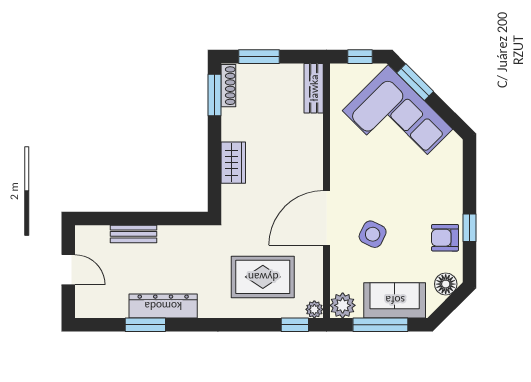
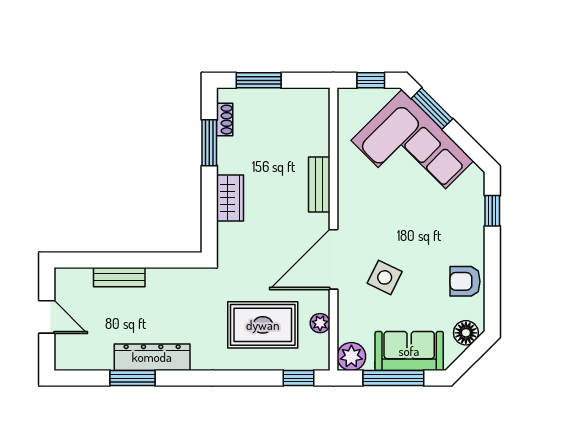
shoe rack: (228, 86) -> (225, 120), width x0.70
bench: (314, 88) -> (319, 184), moved
window: (215, 95) -> (209, 143), moved
window: (469, 228) -> (492, 211), moved
plant: (314, 309) -> (320, 323), moved

